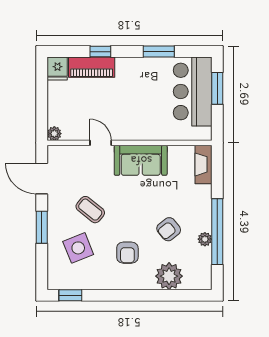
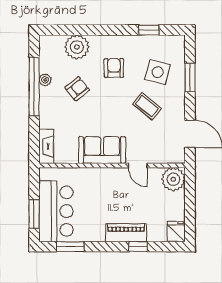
window: (159, 52) -> (70, 247), moved
piano: (92, 67) -> (126, 233), moved
plant: (54, 134) -> (173, 179), width x1.87, depth x1.87
window: (42, 227) -> (190, 77), moved
side table: (78, 248) -> (158, 72), turned 37
window: (70, 295) -> (149, 30), moved

